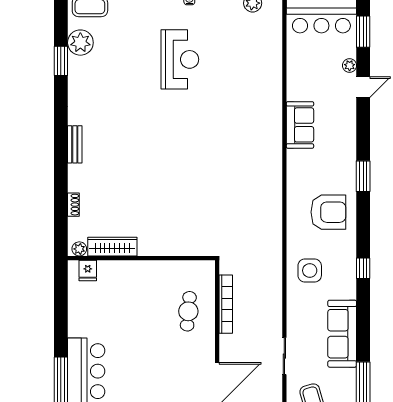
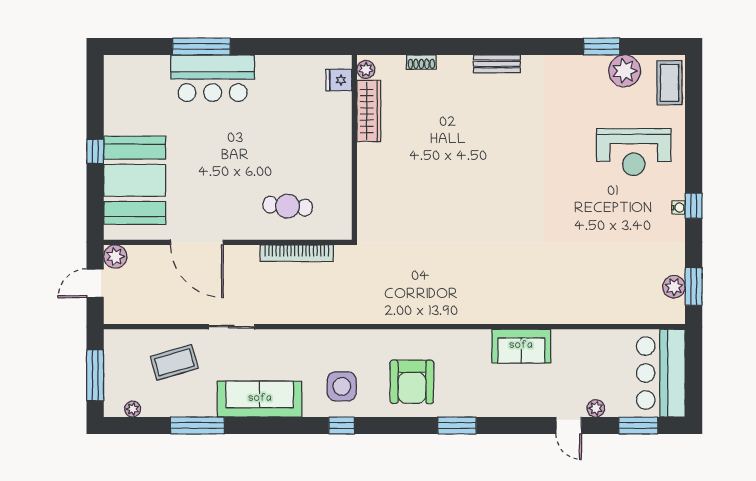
reception desk: (180, 59) -> (634, 152), moved
side table: (310, 271) -> (342, 386), moved

